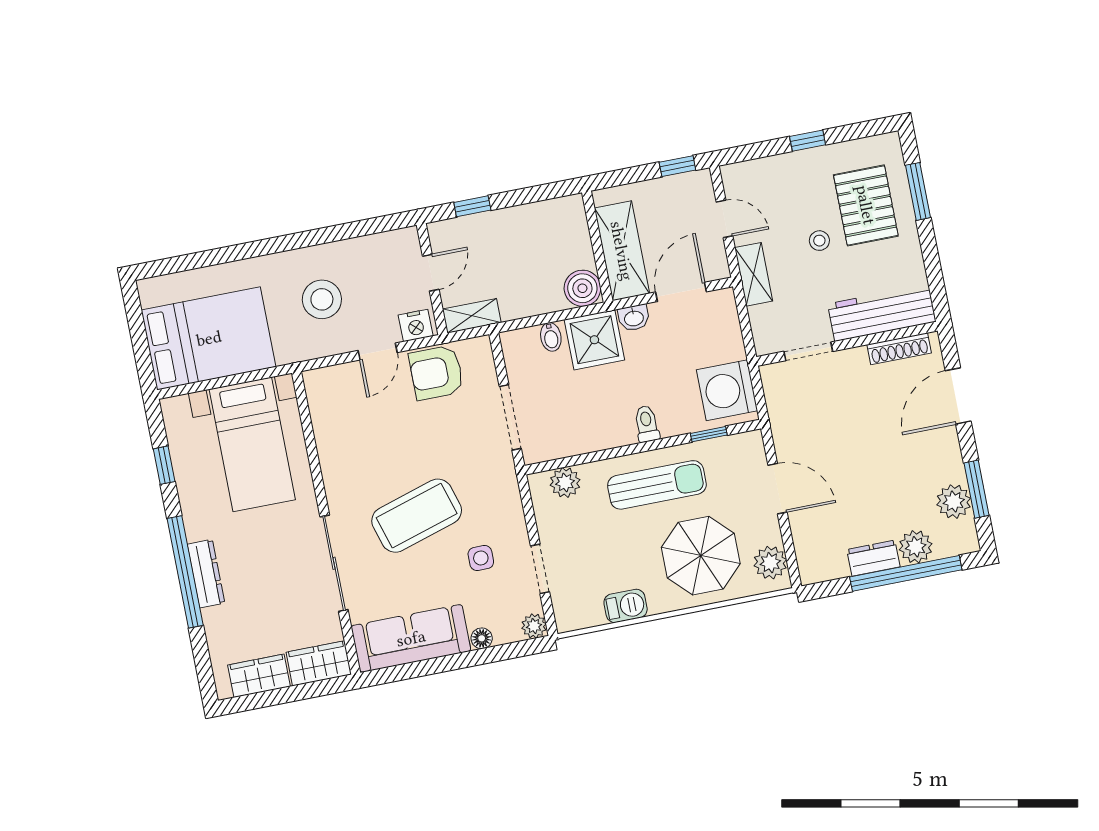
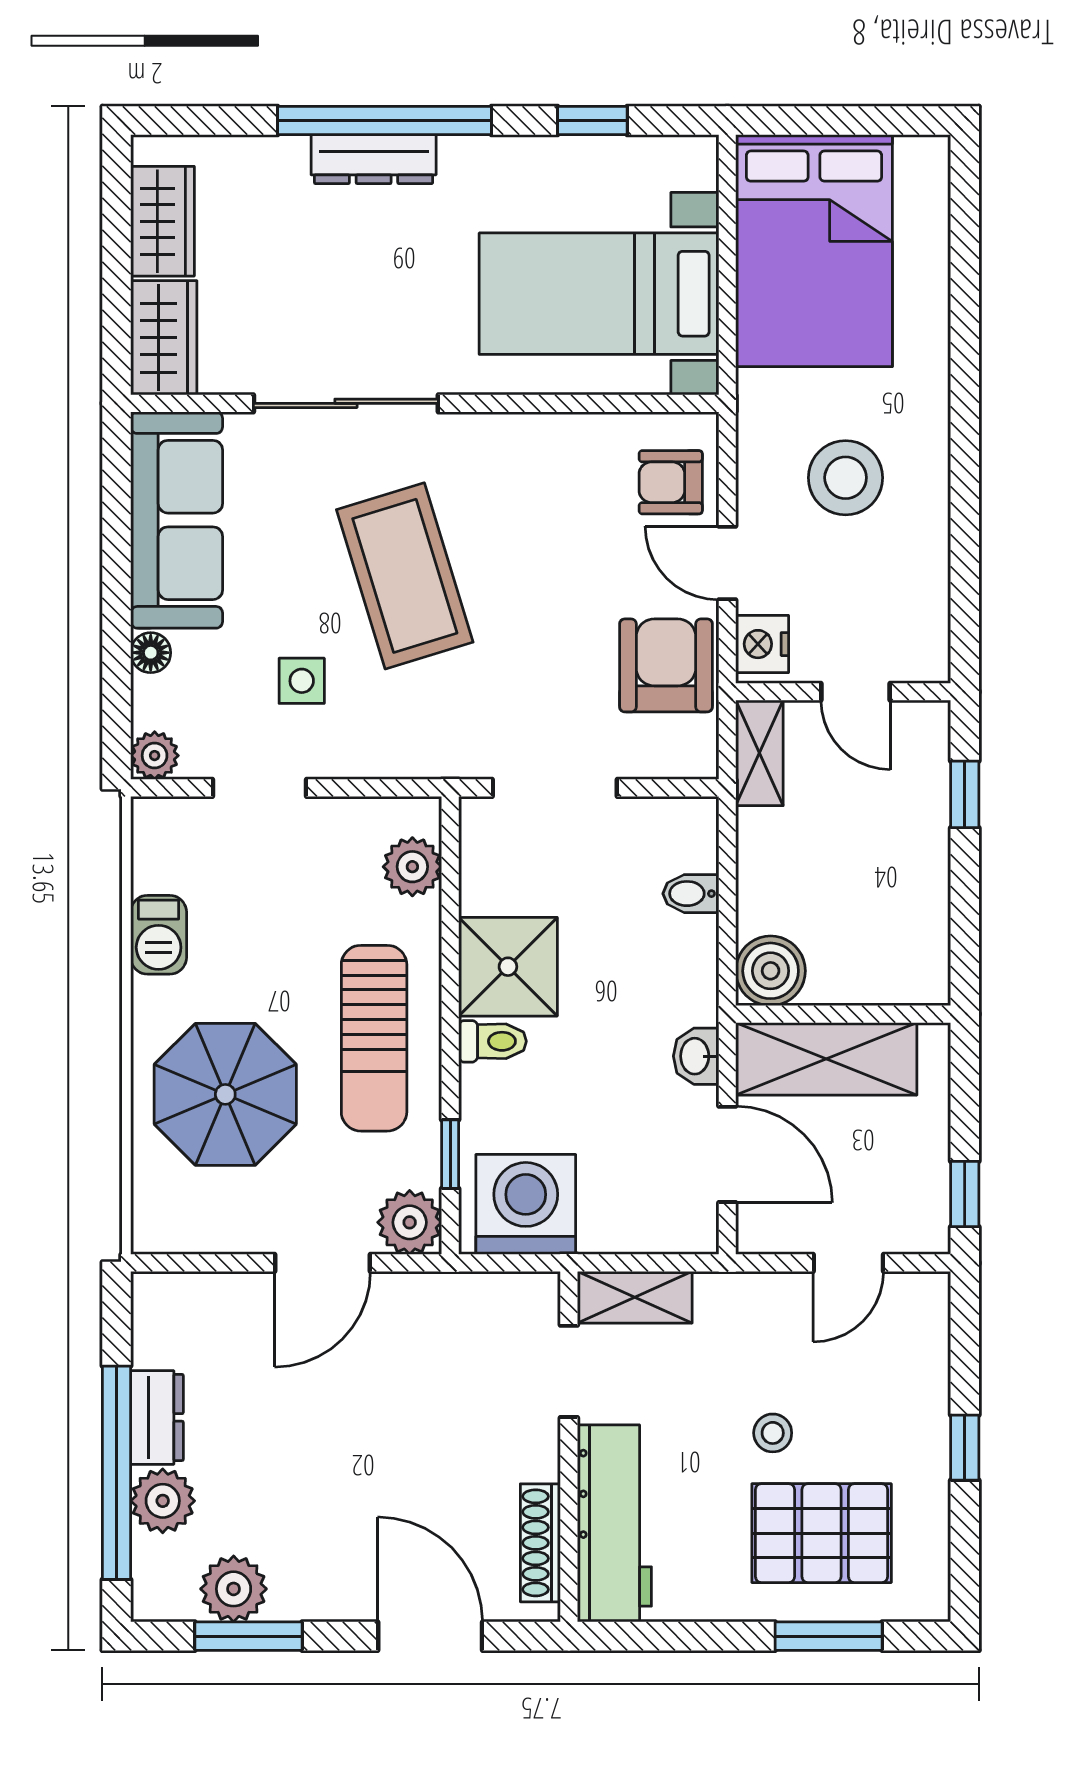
shelving: (754, 274) -> (635, 1297), moved
shower: (594, 340) -> (508, 967), moved
armchair: (342, 389) -> (671, 482), added
plant: (770, 563) -> (410, 1222), moved

